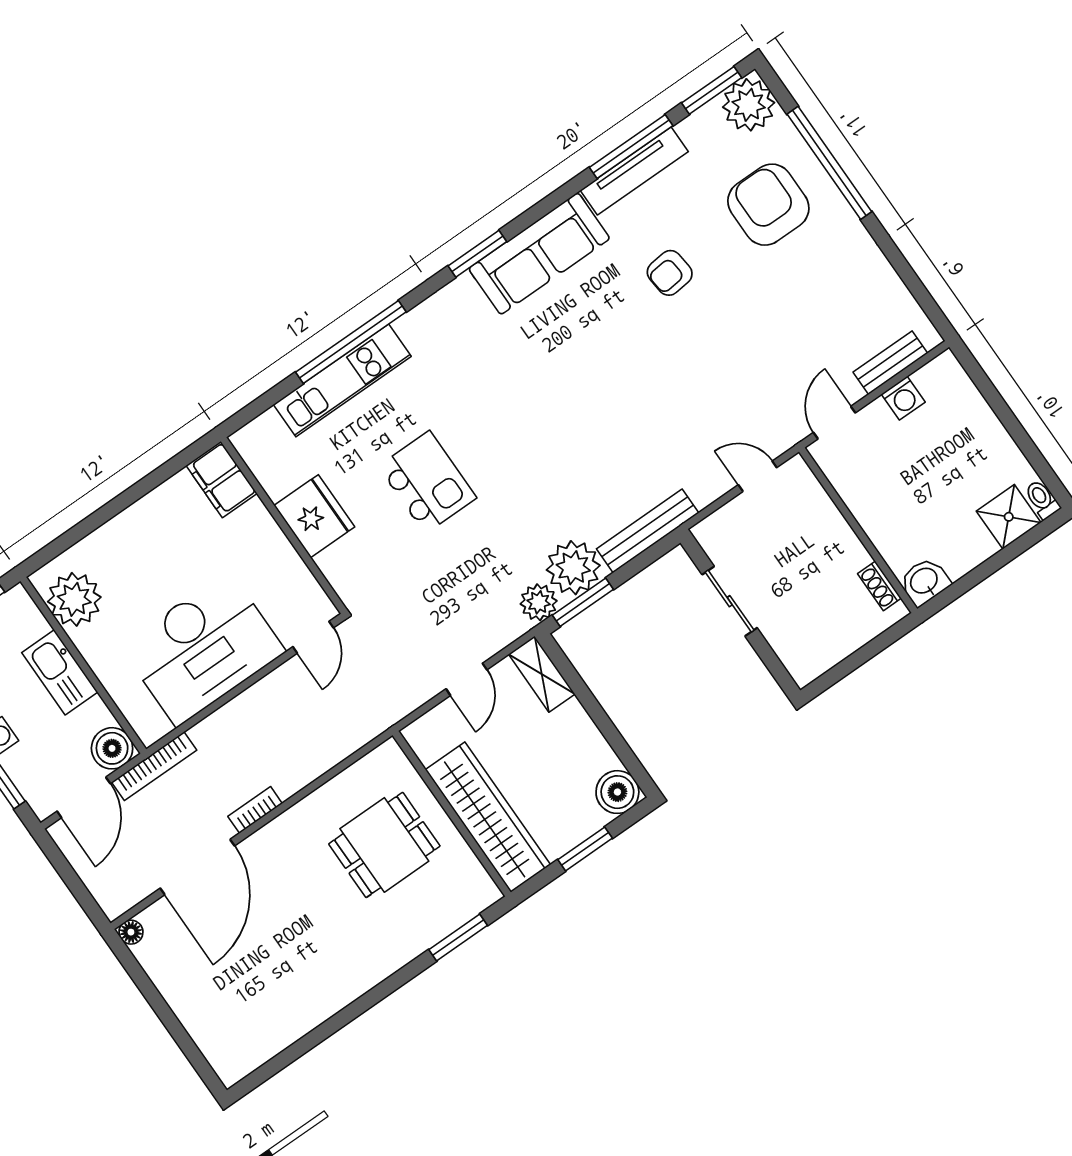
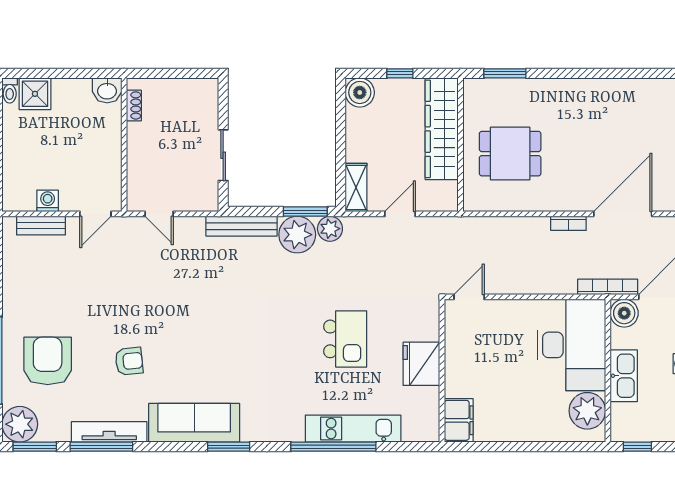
armchair: (768, 205) -> (48, 361), turned 180
kitchen island: (427, 482) -> (345, 339), turned 180
desk: (203, 649) -> (571, 345), moved, turned 90
window: (585, 849) -> (400, 73), width x0.67

